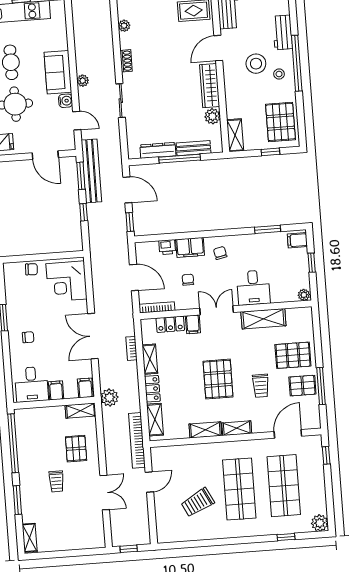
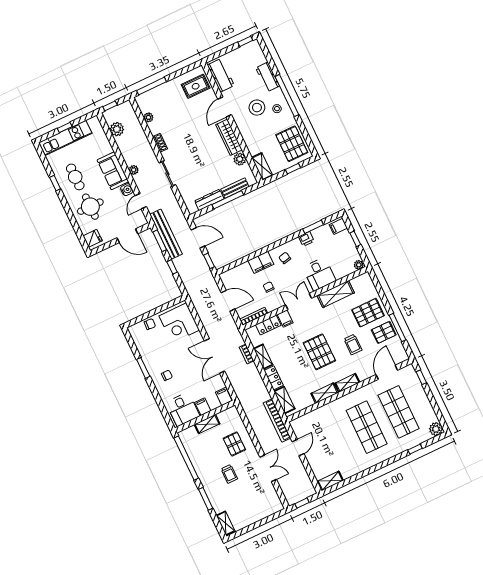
door: (77, 121) -> (141, 201), swing flipped
printer: (167, 247) -> (306, 239), moved
plant: (109, 398) -> (117, 129), moved
shelving: (81, 411) -> (207, 424), moved
trolley: (198, 502) -> (340, 449), removed
shelving: (172, 536) -> (330, 481), added

